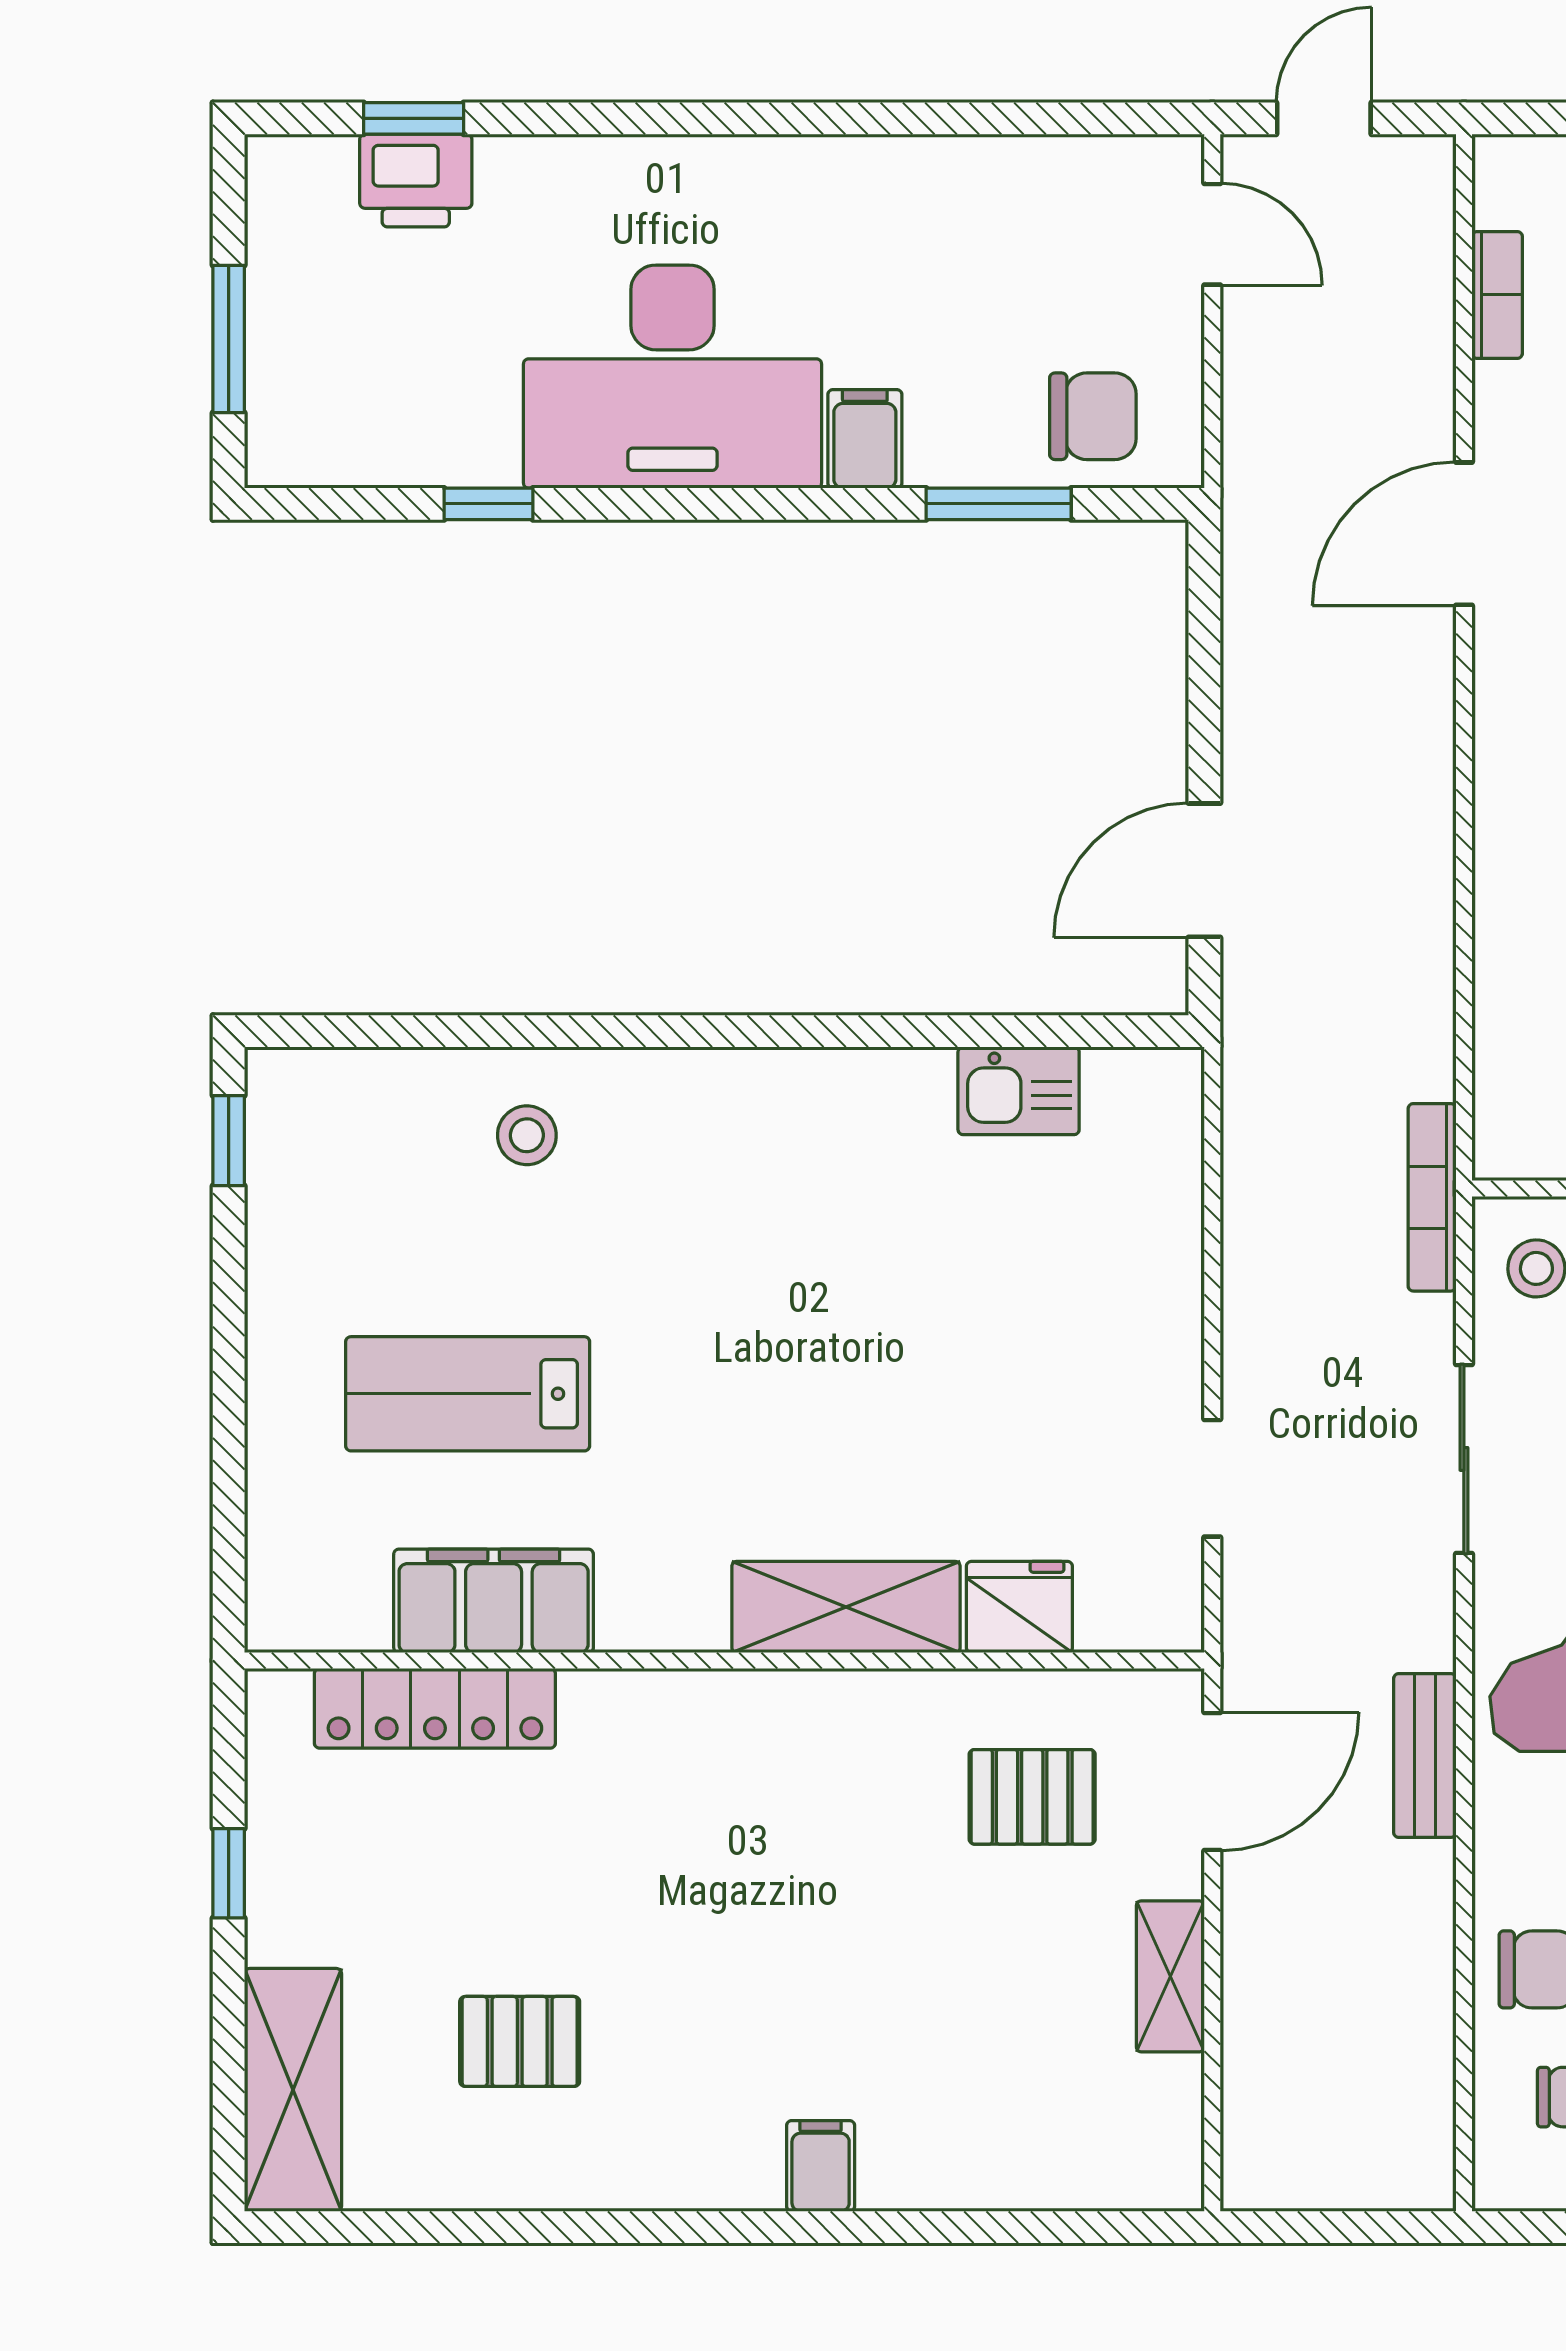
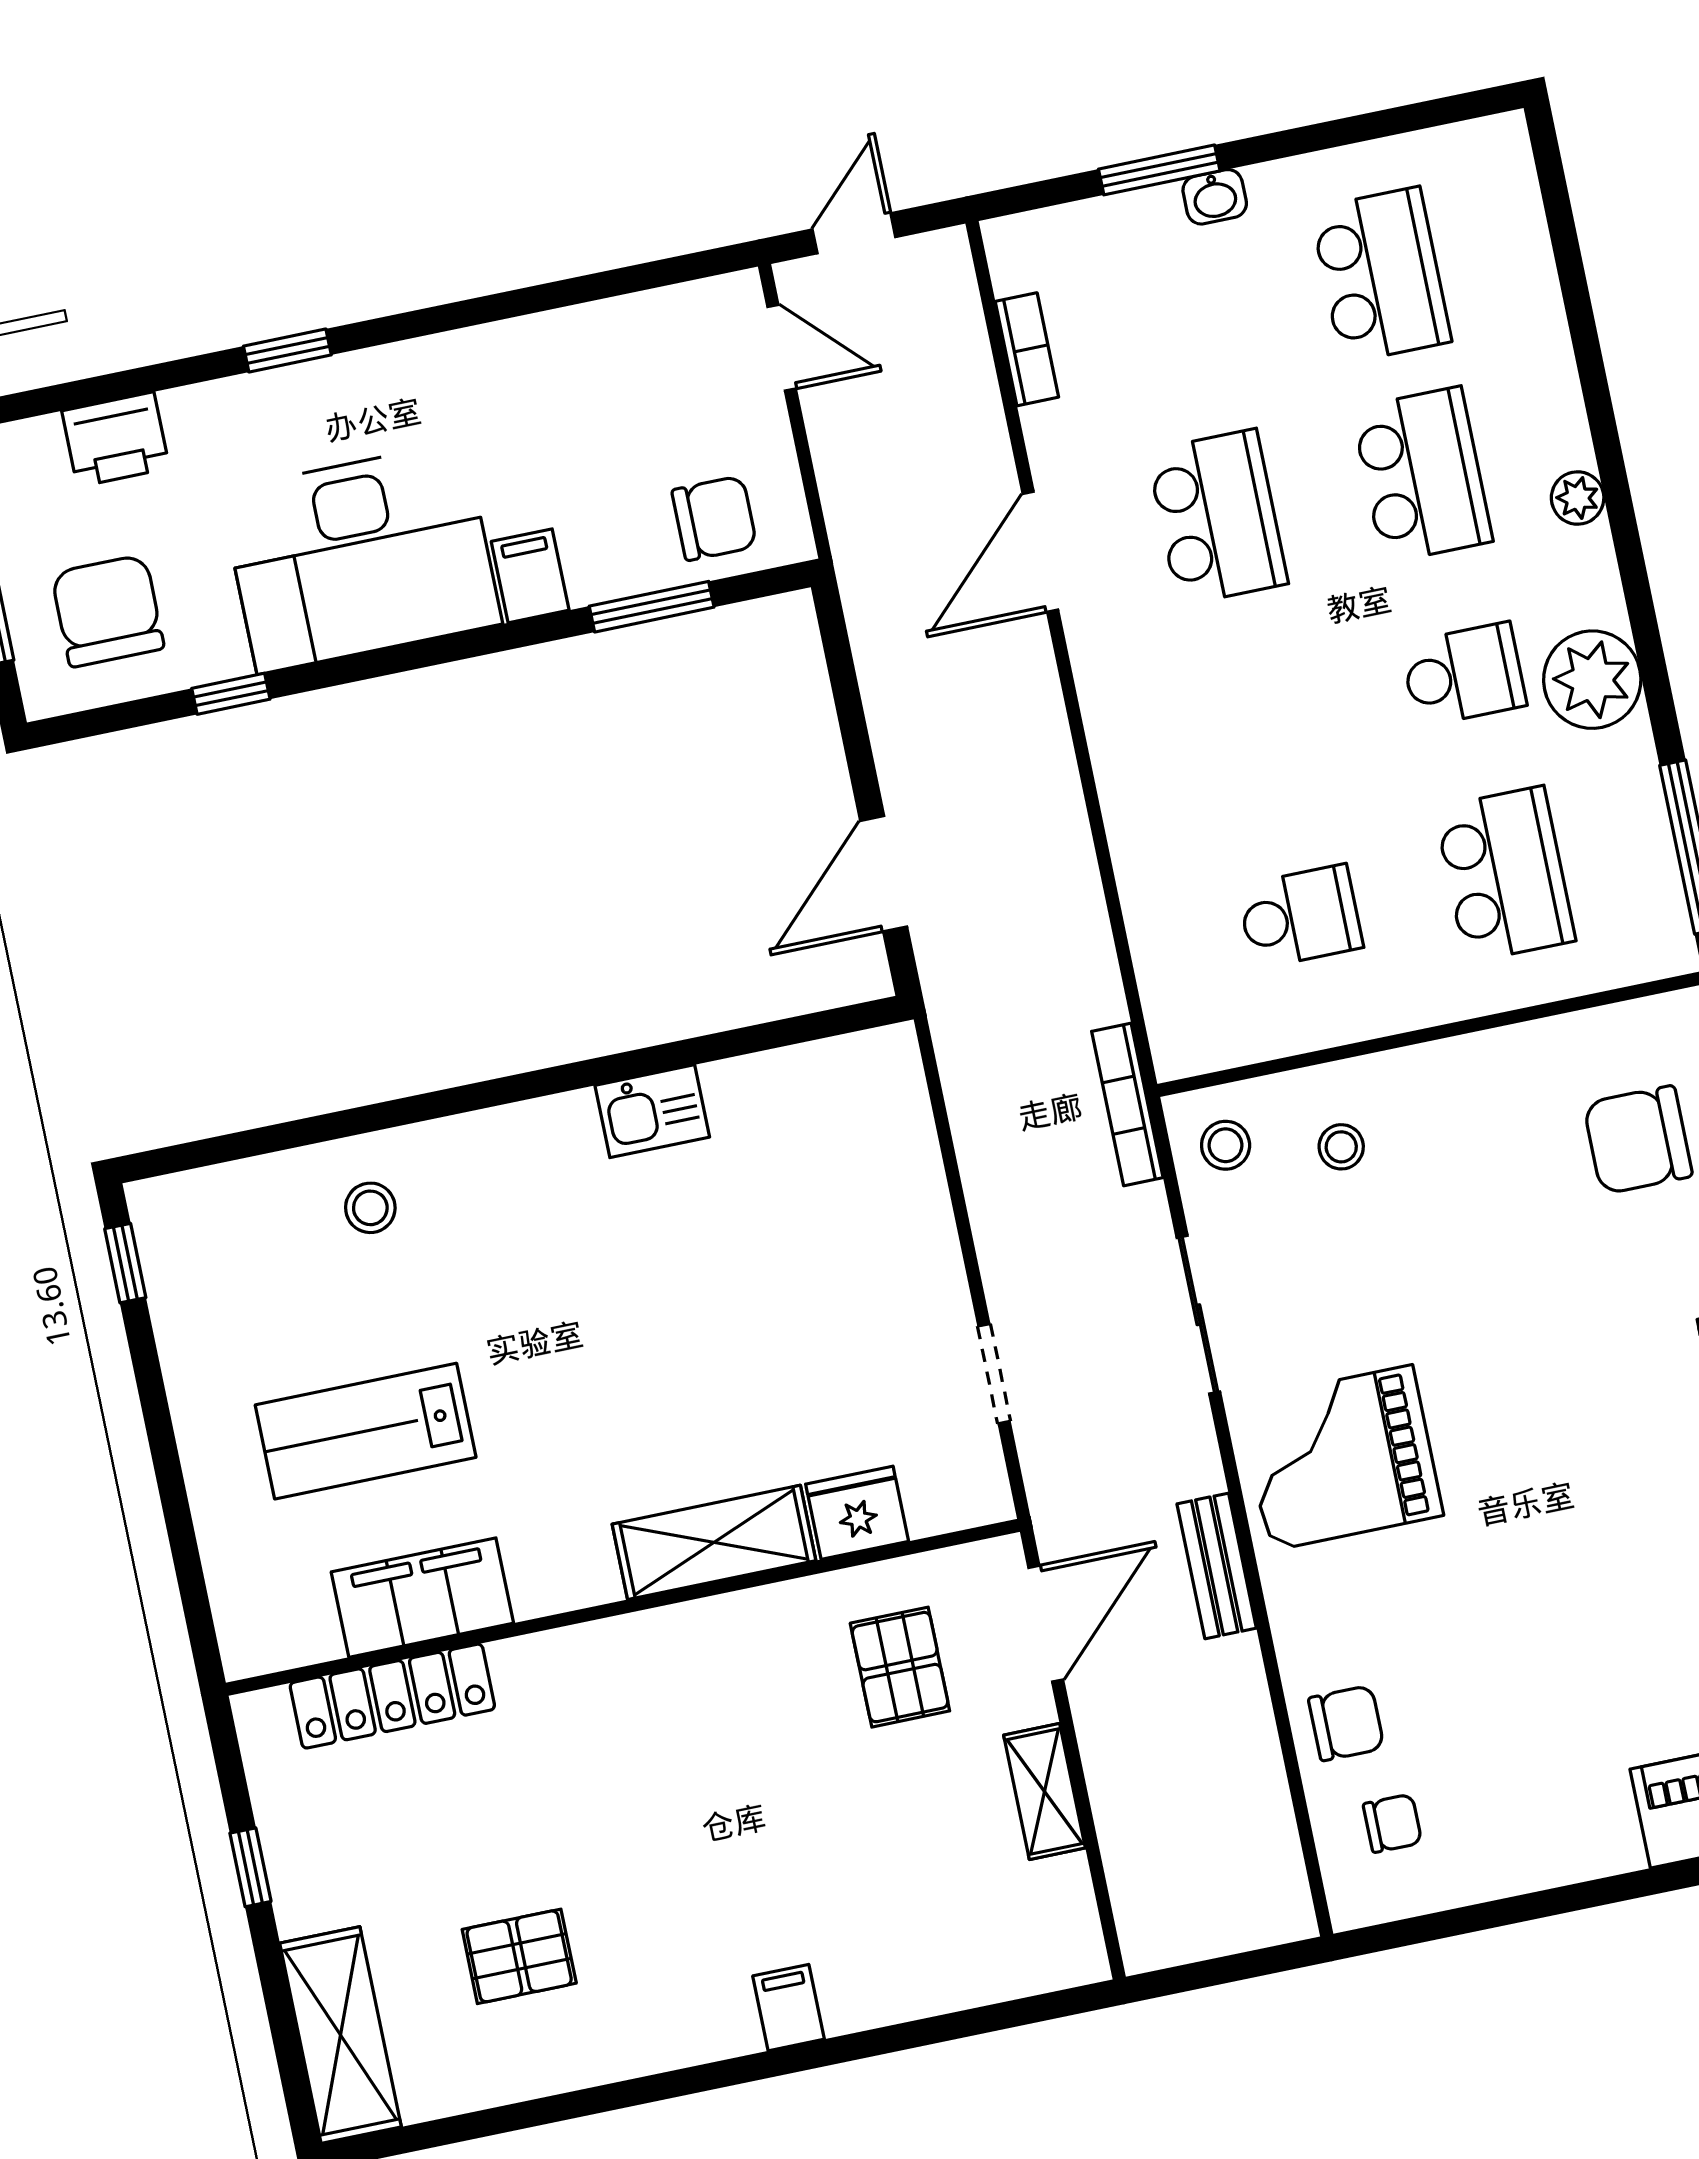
window: (414, 118) -> (287, 351), moved
chair: (365, 378) -> (108, 611), added
kitchen sink: (1019, 1091) -> (652, 1111), moved
pallet: (1032, 1797) -> (900, 1667), turned 90

